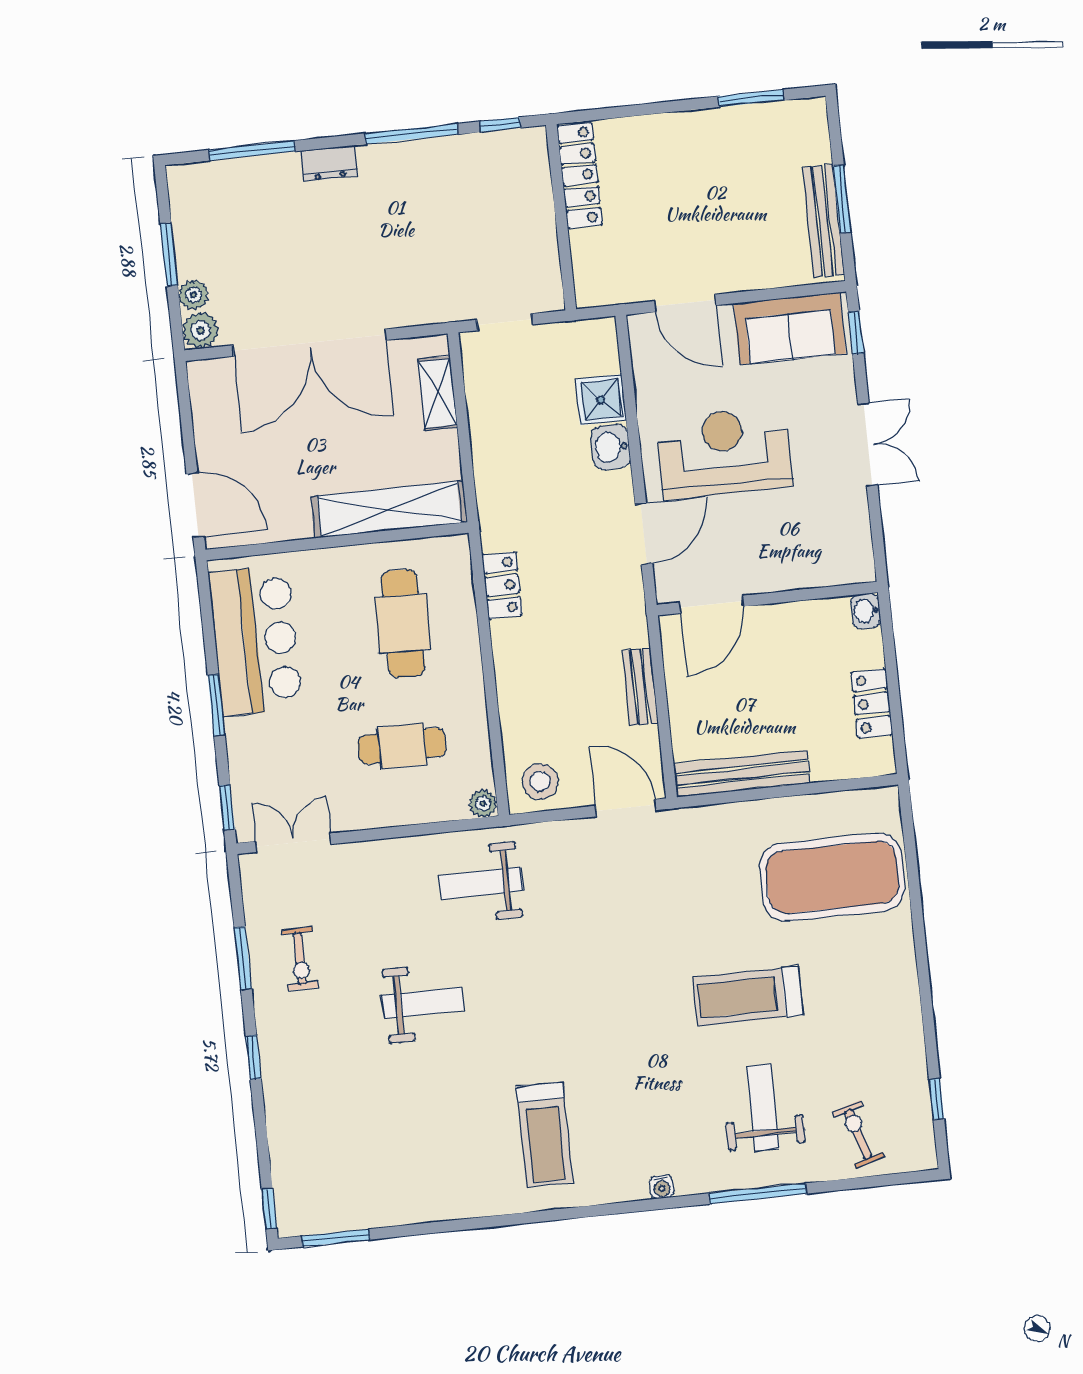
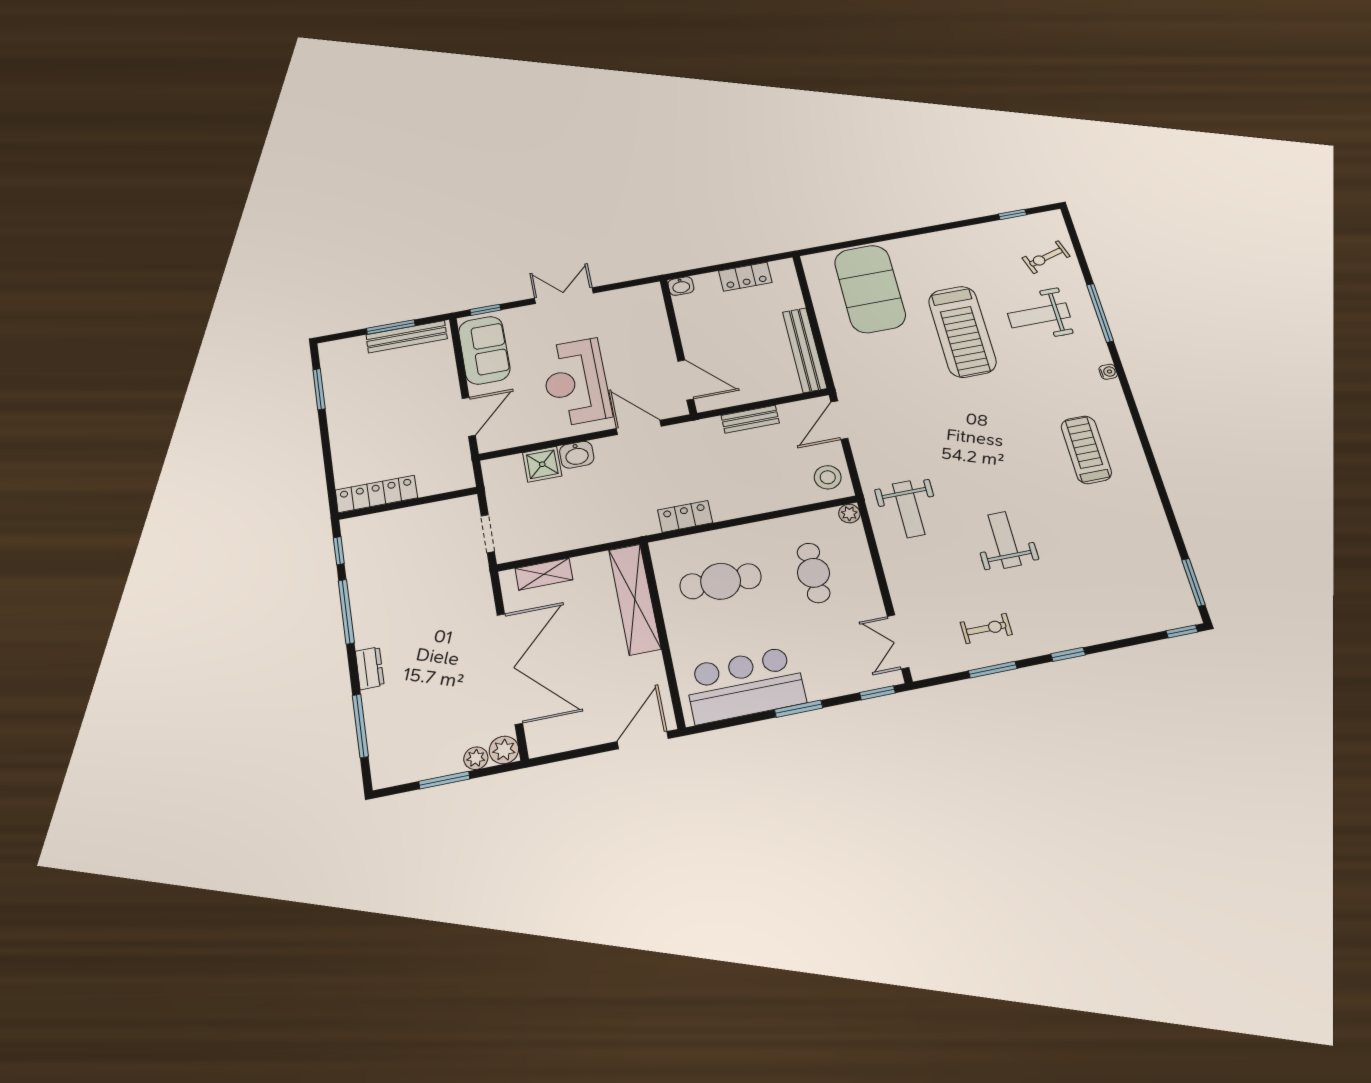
treadmill: (748, 996) -> (962, 332), width x1.37, depth x1.38
treadmill: (545, 1134) -> (1086, 450), turned -90

